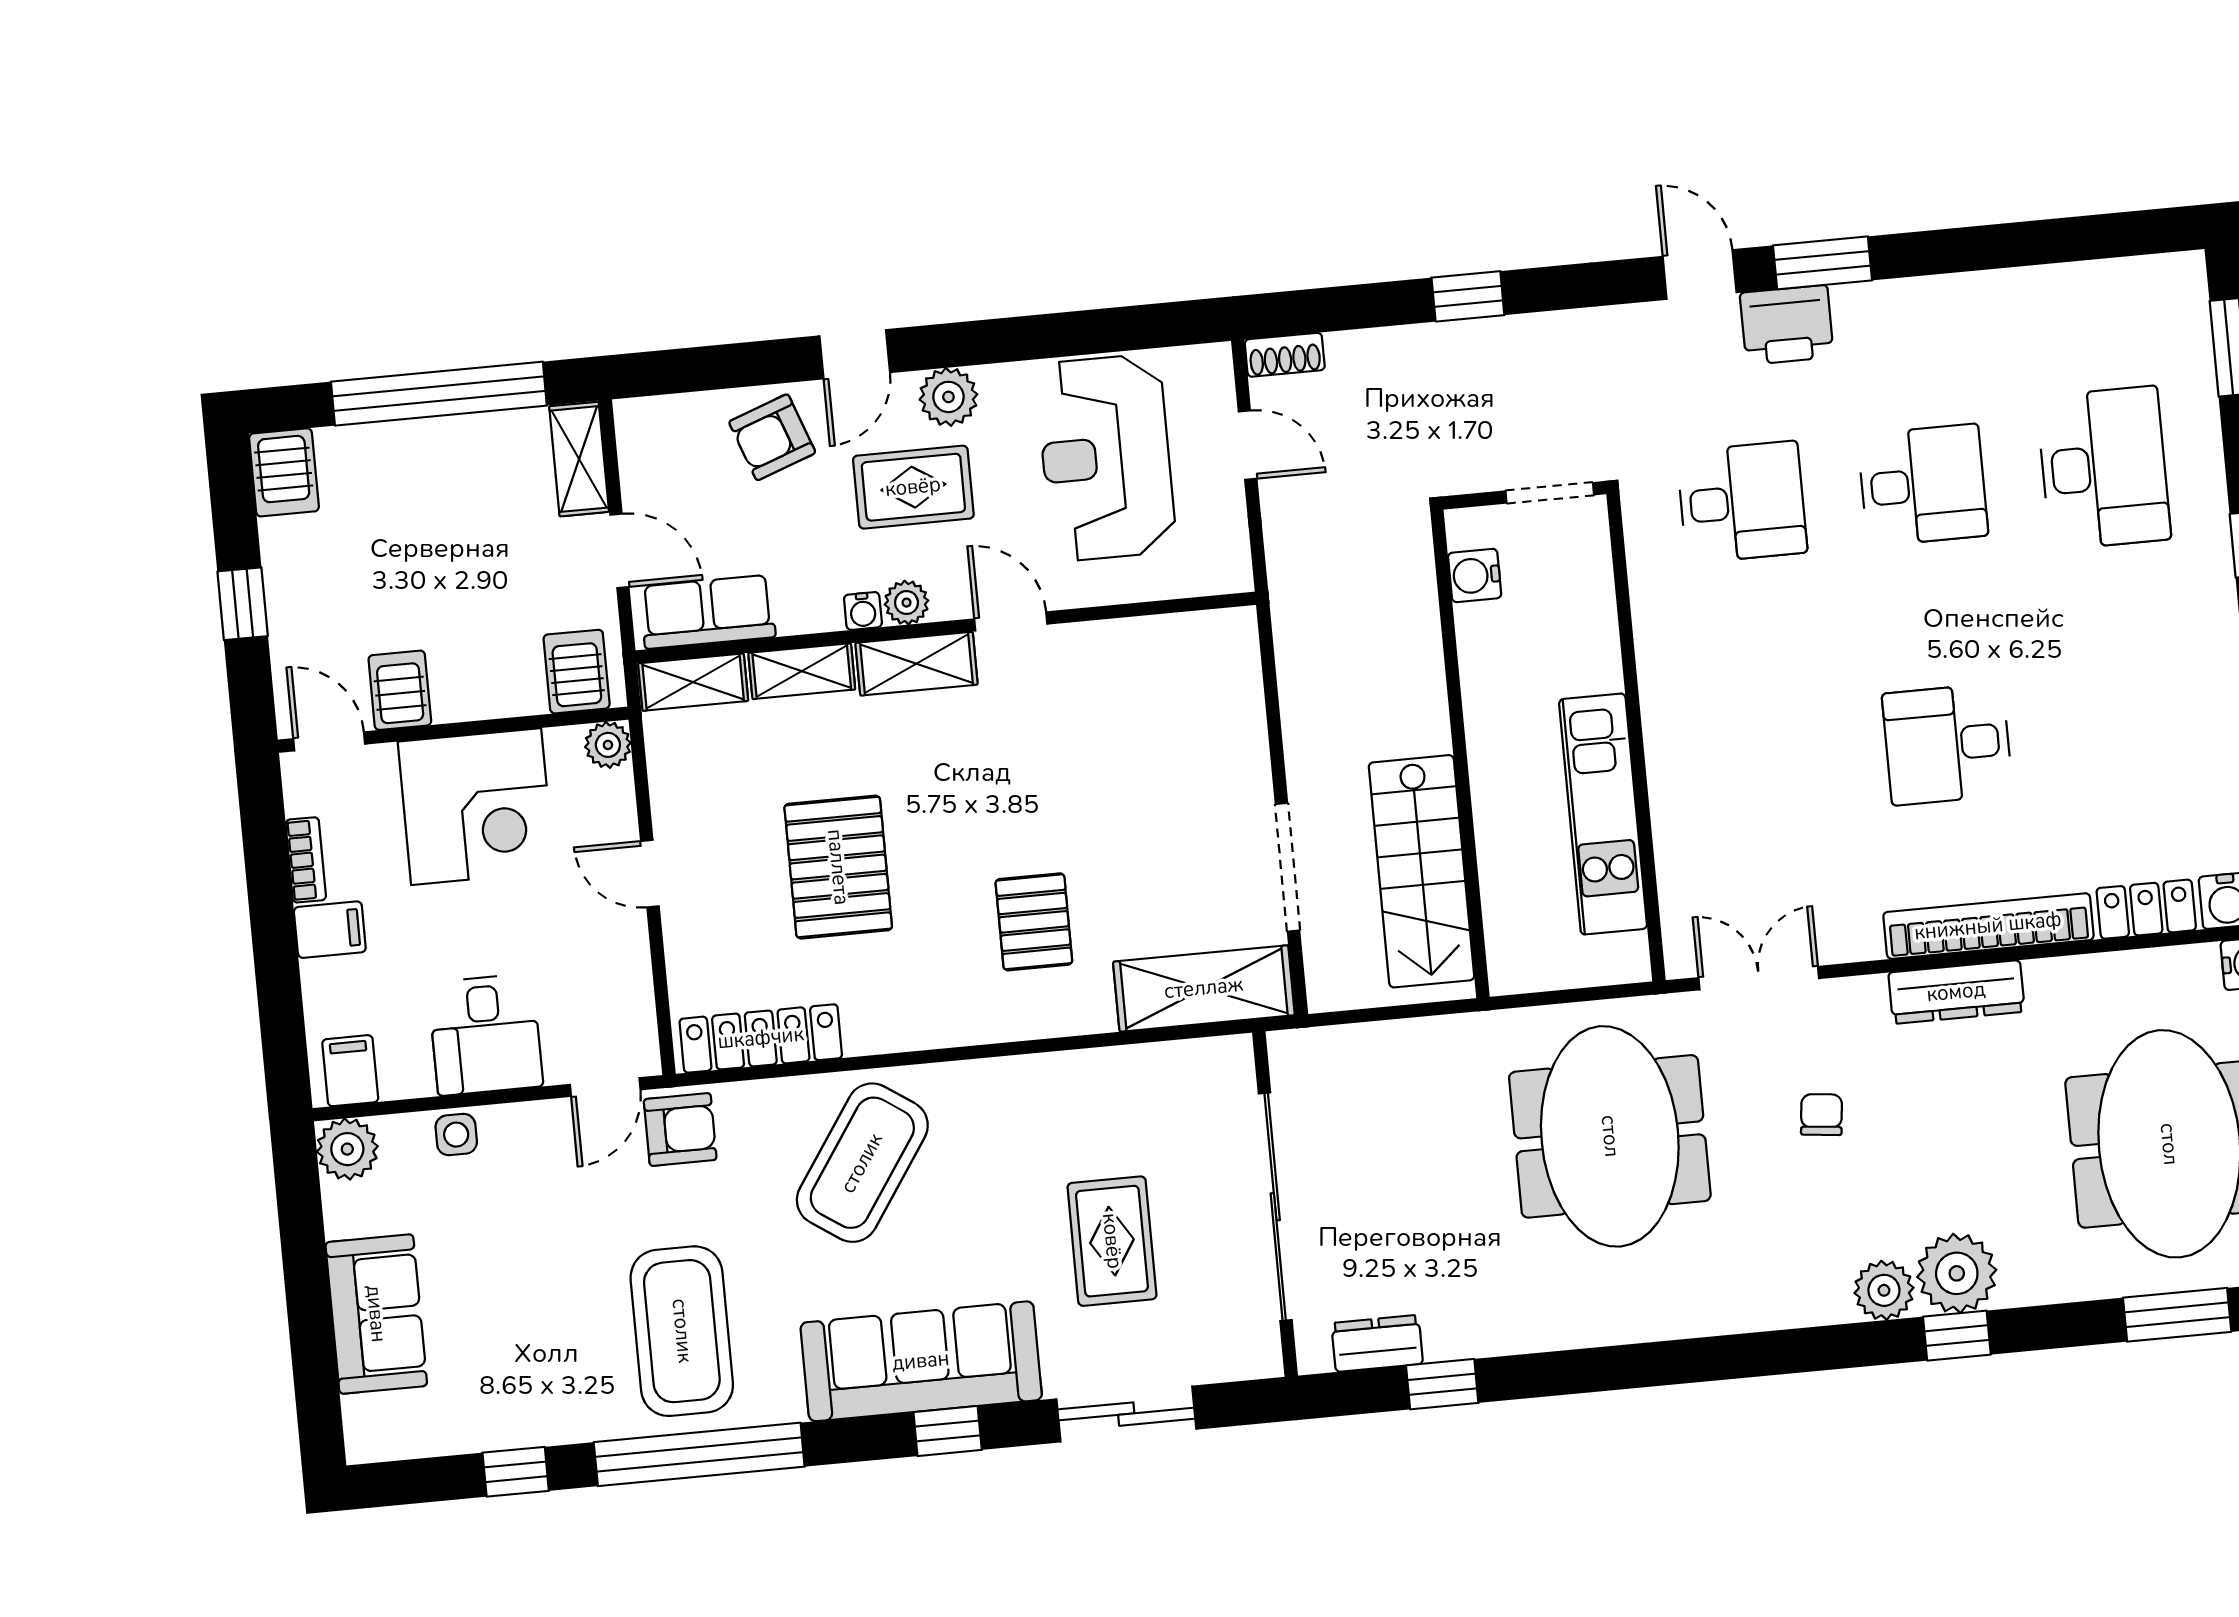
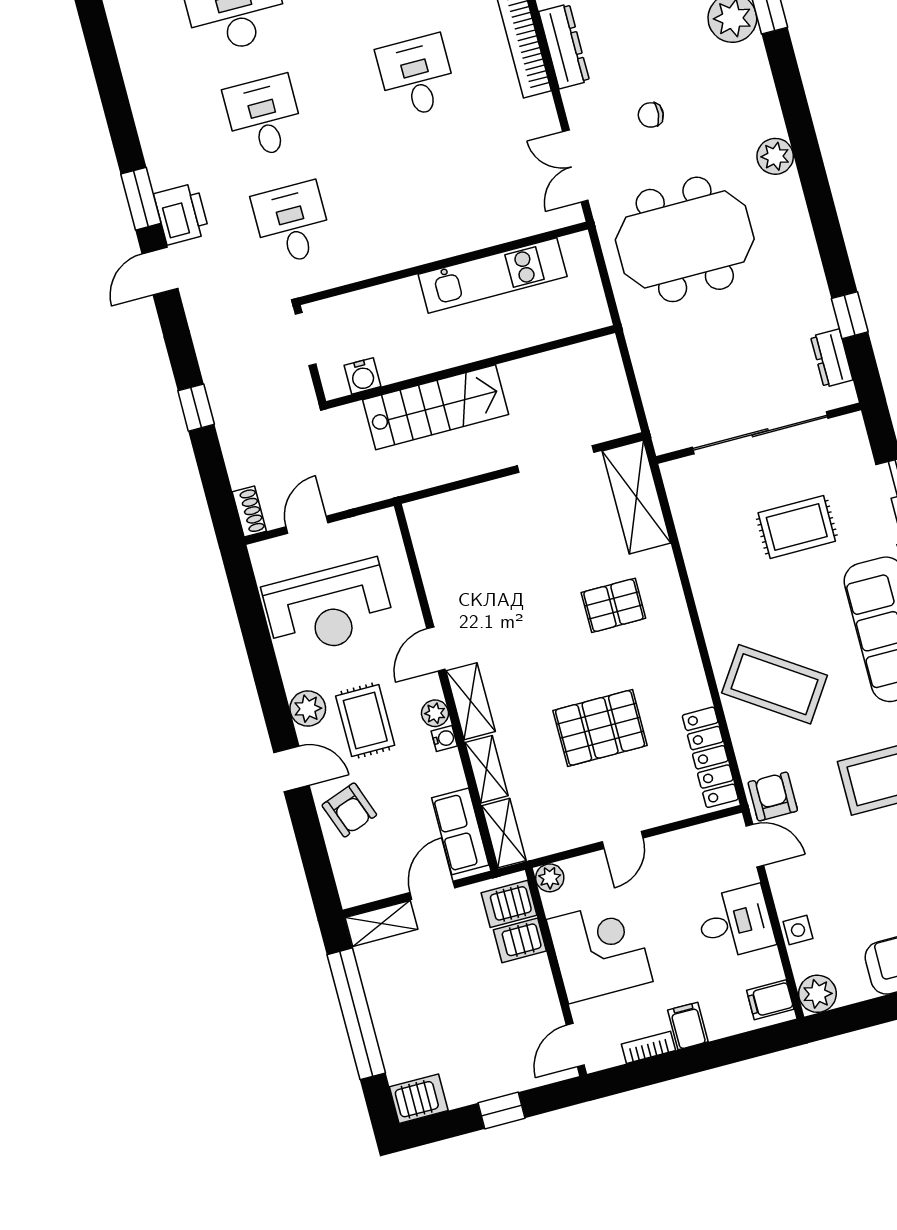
server rack: (400, 690) -> (520, 940), moved
desk: (1947, 744) -> (417, 76), turned 180
stairs: (1422, 871) -> (436, 407), moved
plant: (1884, 1290) -> (775, 156), moved

